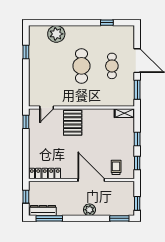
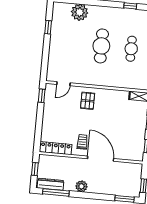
pallet: (73, 123) -> (88, 101), width x0.67, depth x0.71
trolley: (116, 167) -> (82, 142), moved
plant: (89, 210) -> (81, 186), moved

